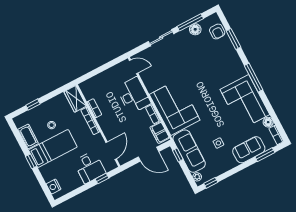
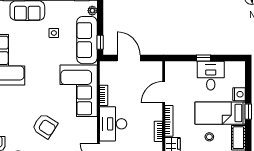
armchair: (187, 65) -> (45, 126), added
filing cabinet: (160, 133) -> (106, 74), removed
door: (111, 151) -> (164, 92), moved
desk: (90, 167) -> (211, 76), moved
window: (102, 179) -> (203, 58), moved
nightstand: (54, 187) -> (239, 94), moved

